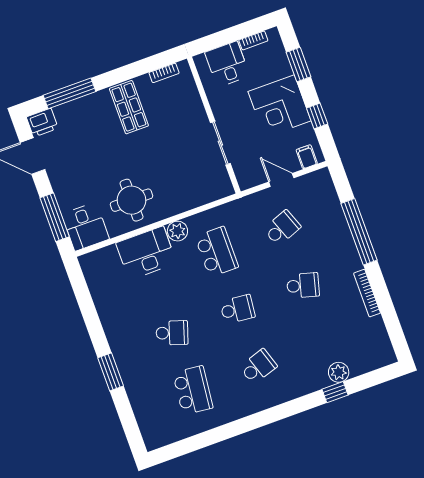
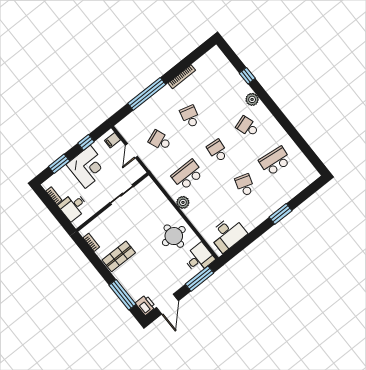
desk: (146, 253) -> (228, 234), moved, turned -90
plant: (339, 372) -> (252, 99), moved

